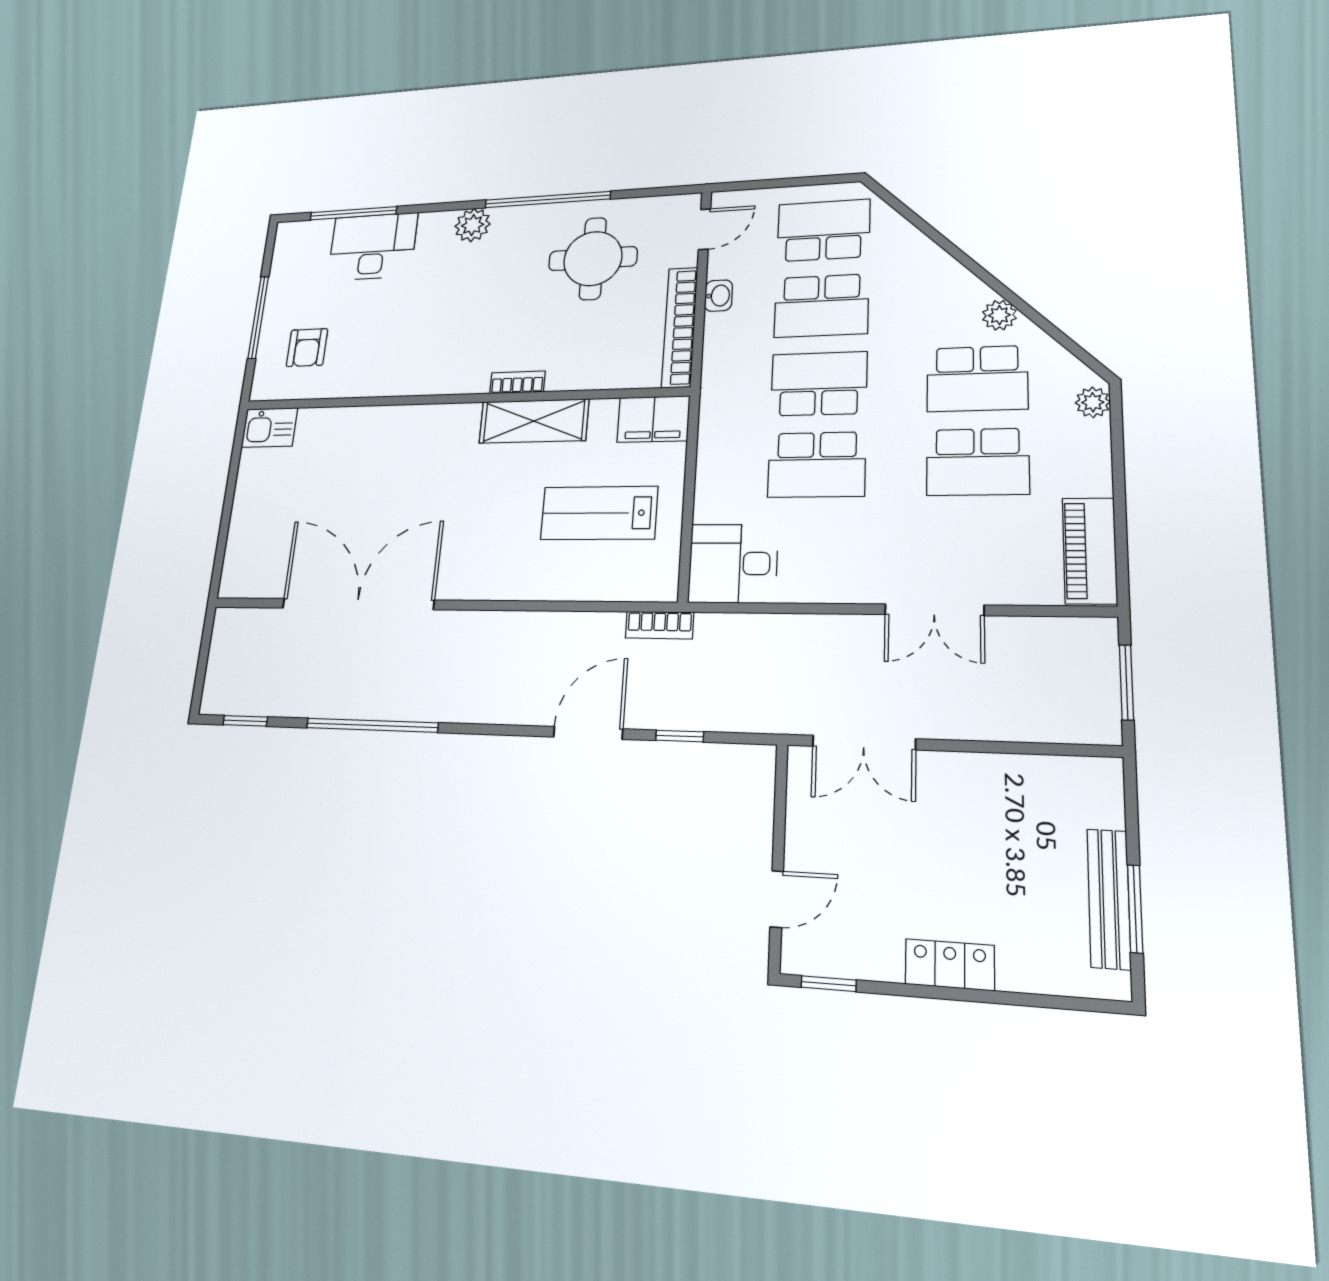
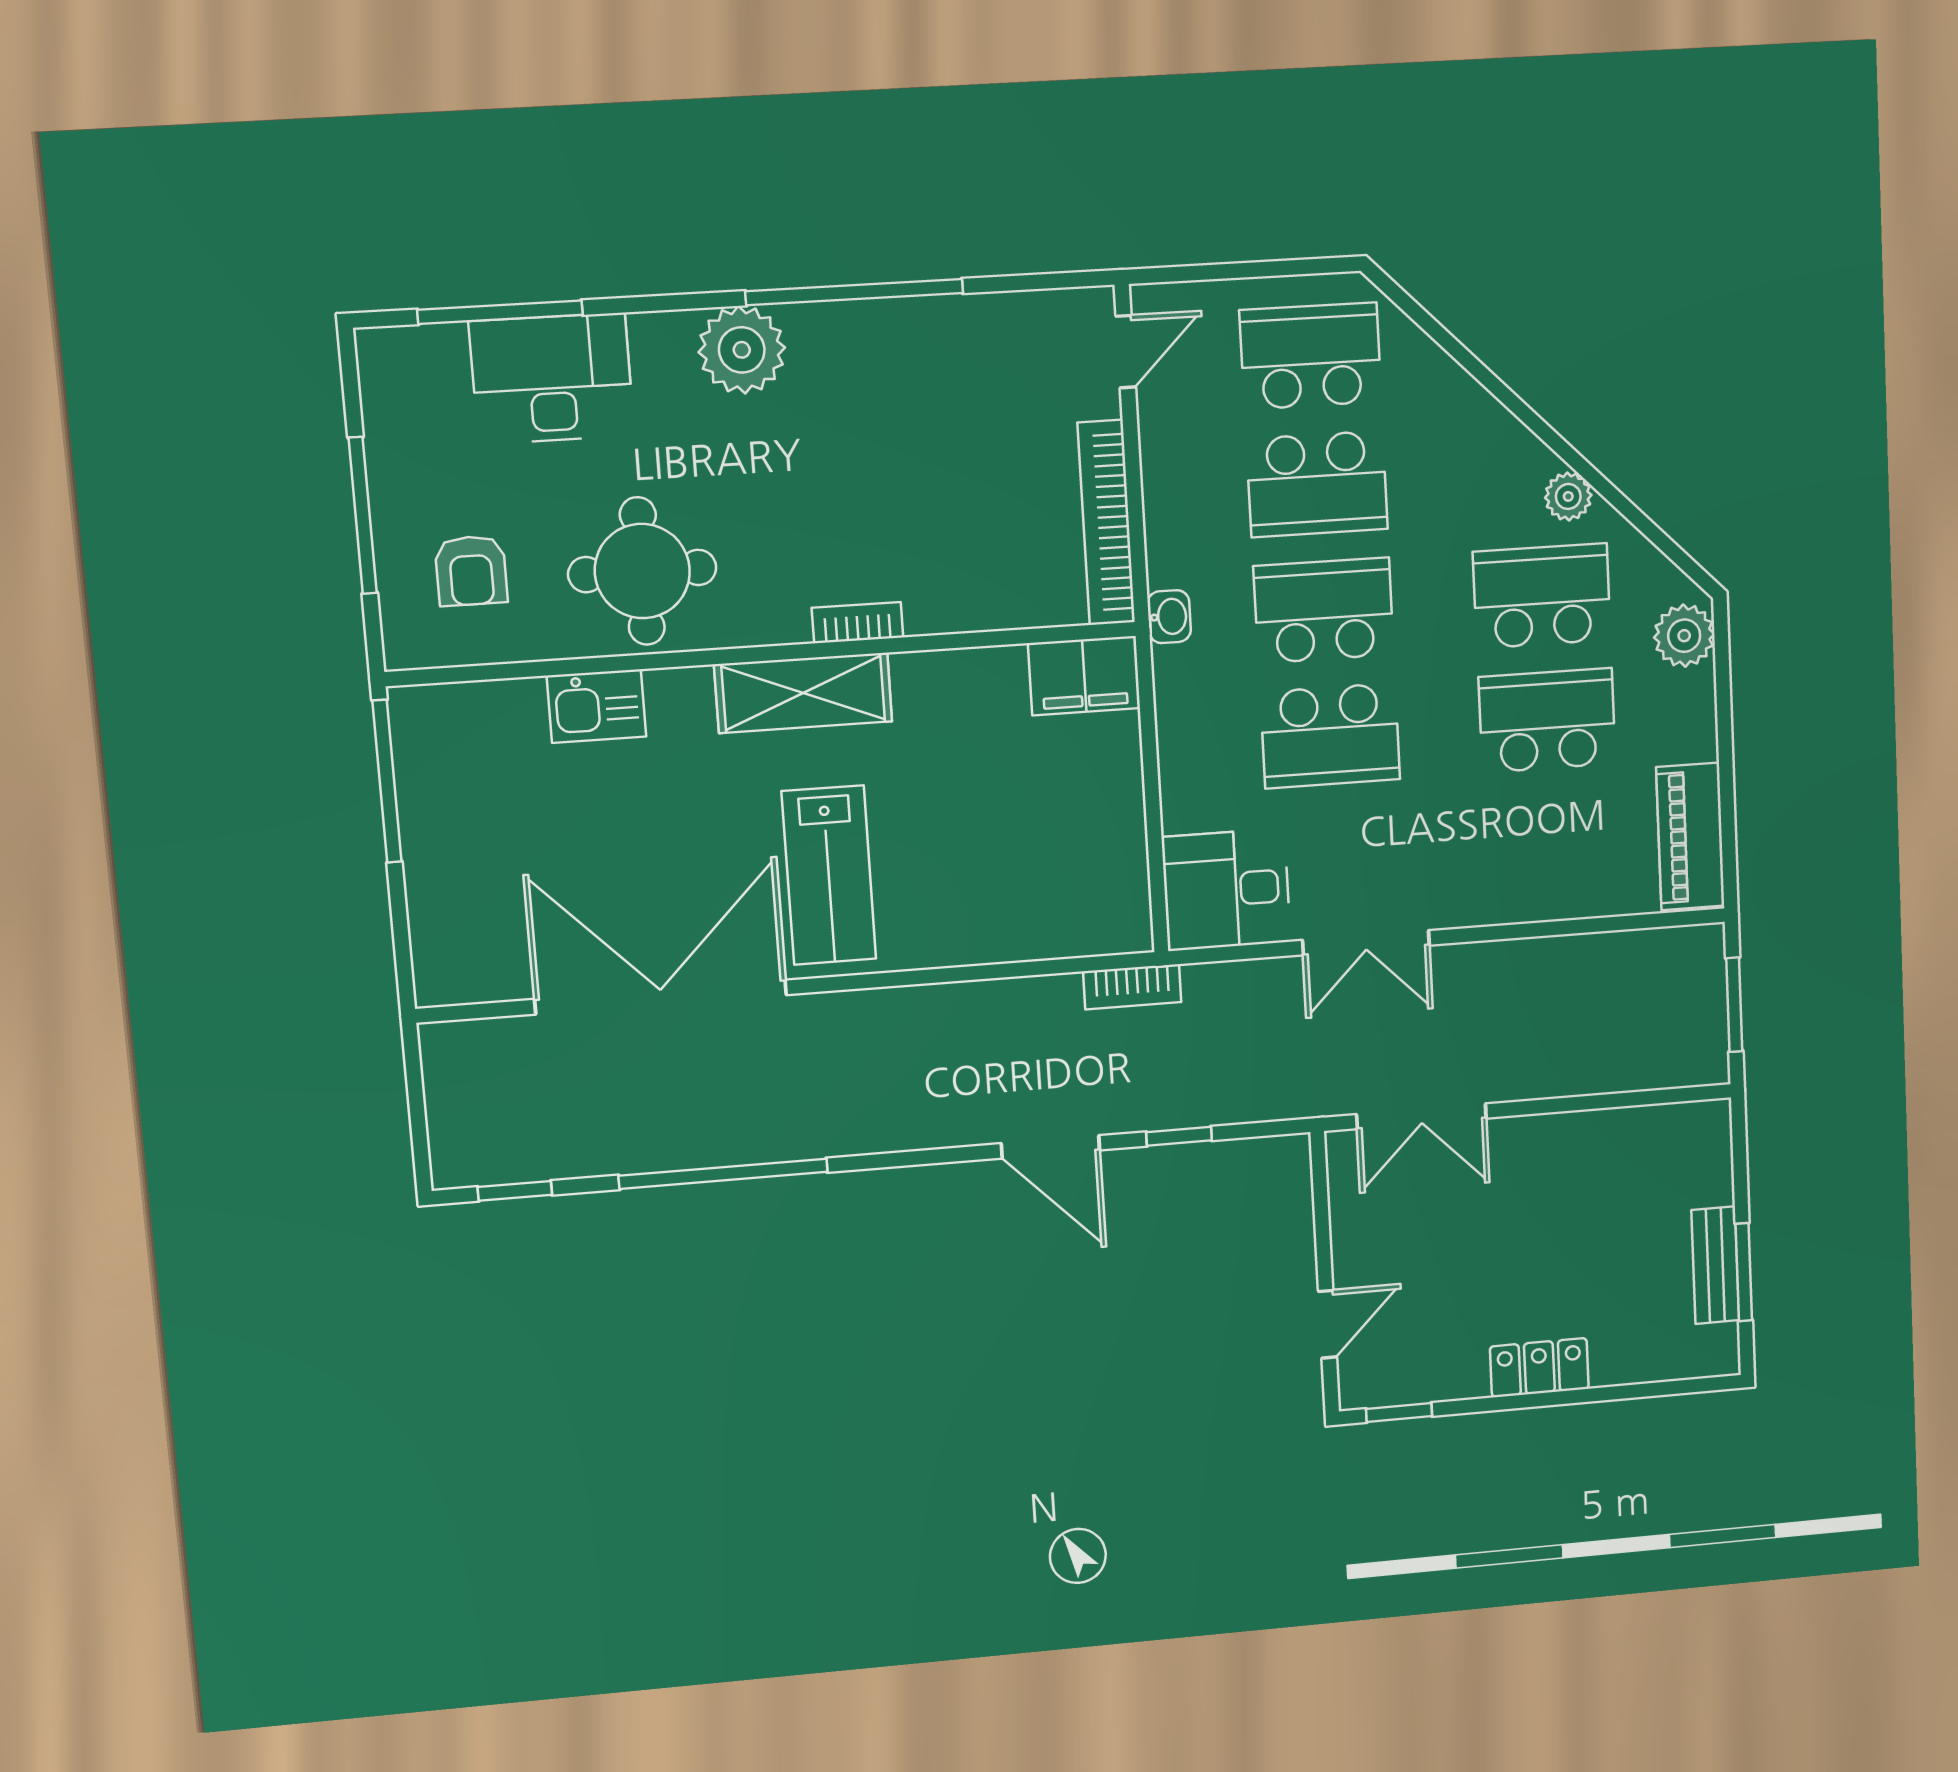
plant: (473, 225) -> (742, 350), width x1.36, depth x1.36
round table: (593, 259) -> (642, 571), moved
washbasin: (718, 296) -> (1169, 617), moved
school desk: (977, 379) -> (1542, 596), turned 180
plant: (1093, 402) -> (1684, 636), width x1.38, depth x1.38
shelving: (534, 421) -> (803, 693), moved
kitchen sink: (269, 428) -> (596, 706), moved
school desk: (978, 462) -> (1547, 720), turned 180
window: (235, 463) -> (387, 781), added
lab bench: (599, 513) -> (829, 875), moved, turned -90
double door: (934, 610) -> (1366, 943), moved
door: (588, 733) -> (1050, 1147), swing flipped
bench: (1109, 899) -> (1715, 1265), width x0.73

